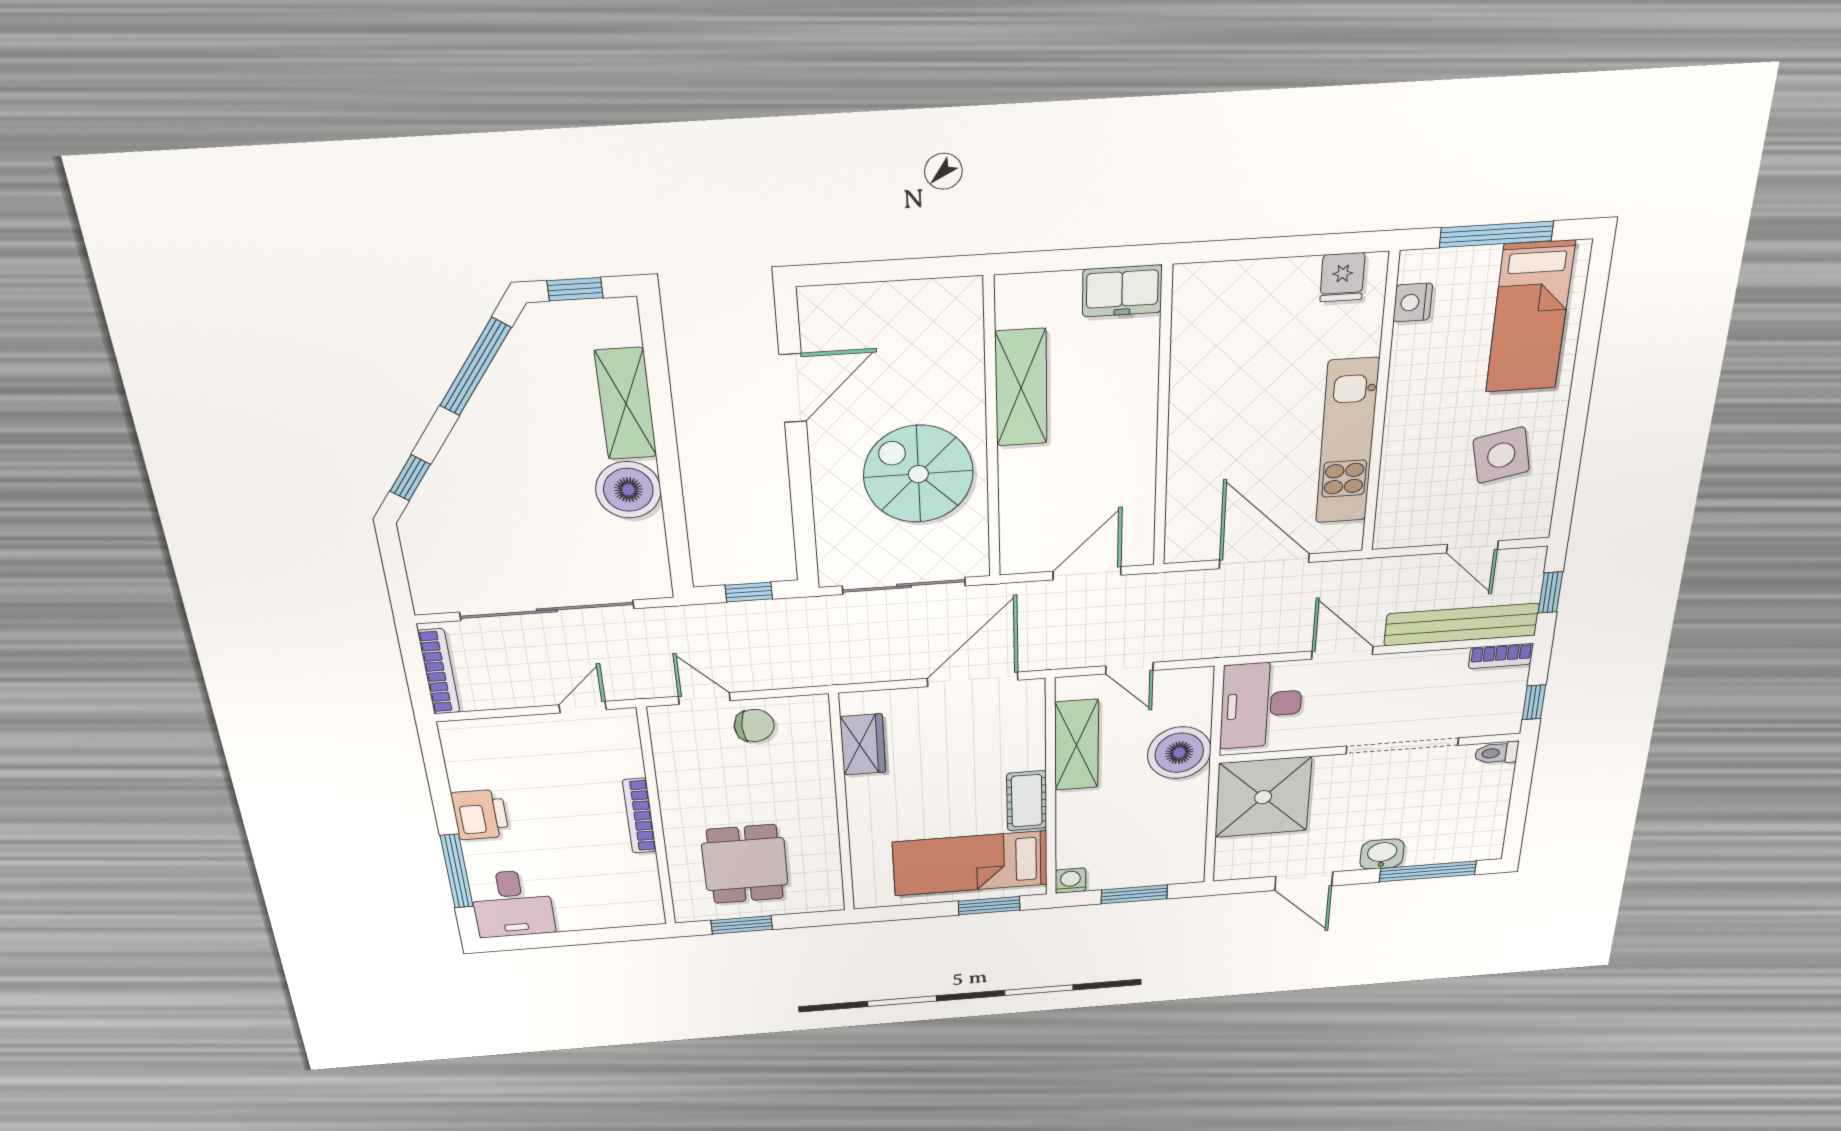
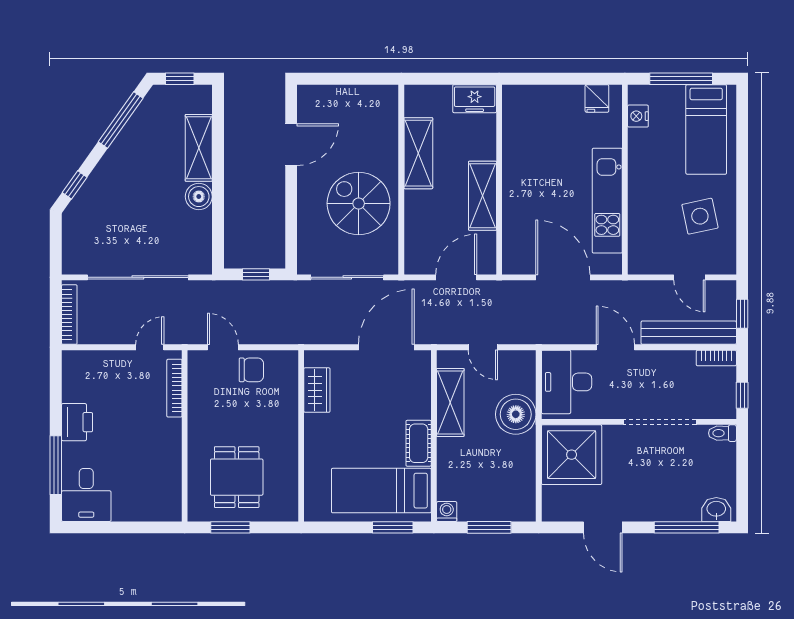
shelving: (1133, 448) -> (482, 196), added
boiler: (628, 490) -> (199, 197), width x0.73, depth x0.73
bookcase: (639, 816) -> (174, 388), moved
washbasin: (1382, 854) -> (716, 509), moved

